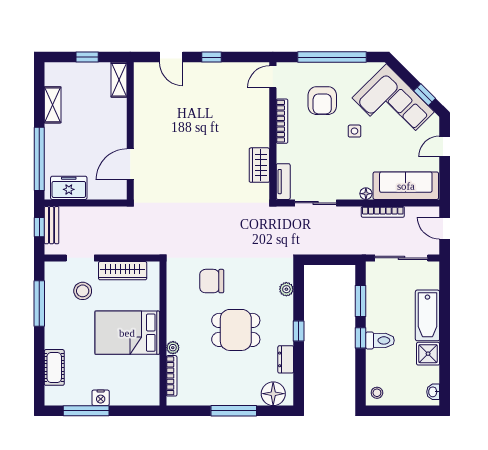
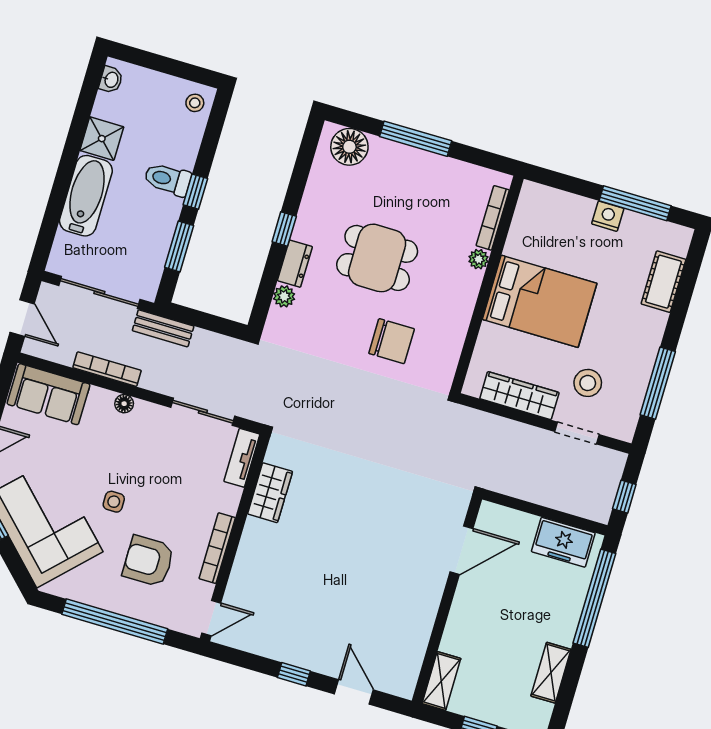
armchair: (322, 101) -> (148, 561), turned -90
sofa: (406, 186) -> (48, 394), width x0.73
bench: (52, 225) -> (163, 328), moved, turned 90
dresser: (286, 359) -> (295, 264), moved

